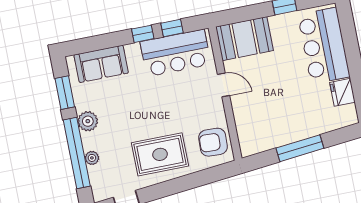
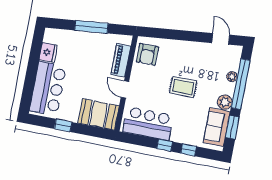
window: (172, 28) -> (189, 150), moved
sofa: (101, 64) -> (217, 127), moved, turned -90
piano: (244, 121) -> (121, 60), added
armchair: (213, 142) -> (147, 54), turned 88
rug: (160, 154) -> (183, 87), moved, width x0.73, depth x0.70

